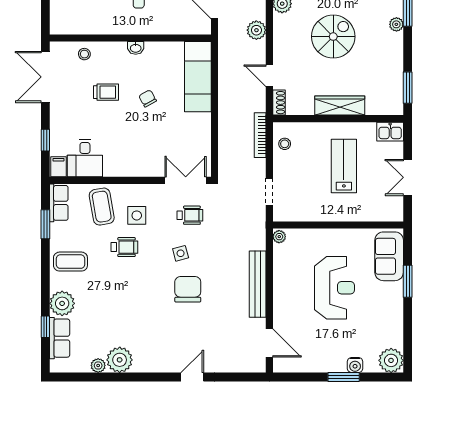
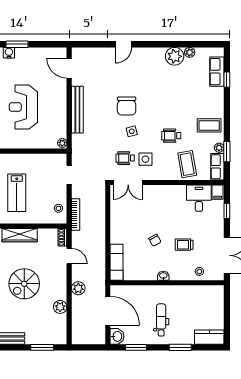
exam couch: (198, 77) -> (117, 262), width x0.73, depth x0.69
side table: (137, 215) -> (145, 159), moved
plant: (62, 303) -> (219, 148), moved, width x0.53, depth x0.53

